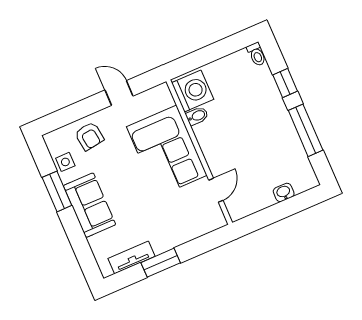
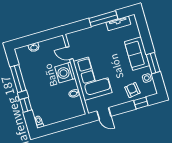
washing machine: (193, 91) -> (65, 73), moved
door: (119, 93) -> (104, 114), moved
window: (70, 114) -> (141, 103), added
door: (216, 190) -> (69, 53), hinge flipped
window: (161, 263) -> (103, 19), width x1.44

